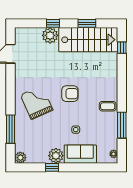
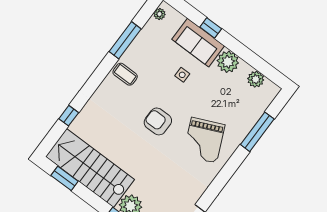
window: (87, 23) -> (64, 178), moved
window: (122, 48) -> (69, 116), moved
plant: (20, 158) -> (256, 79), moved
window: (52, 167) -> (211, 28), moved

